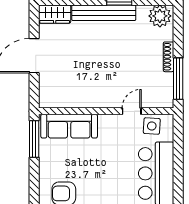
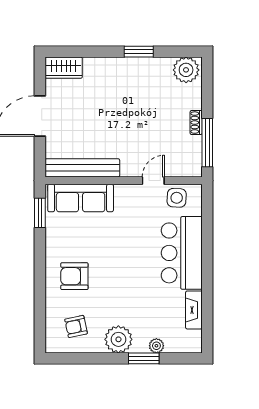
bench: (104, 13) -> (82, 168), moved
shoe rack: (169, 57) -> (196, 123), width x0.70
window: (34, 139) -> (40, 213), width x0.69

